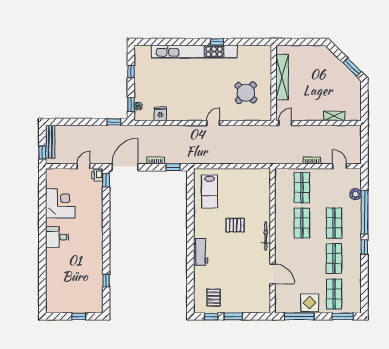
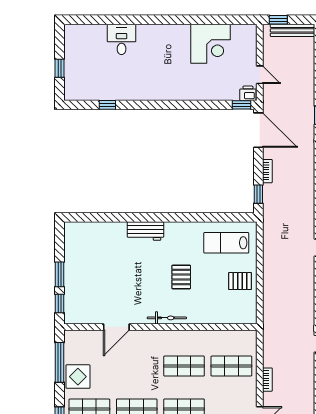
desk: (57, 237) -> (122, 39), moved
pallet: (214, 298) -> (240, 281), moved
window: (211, 316) -> (59, 304), moved

